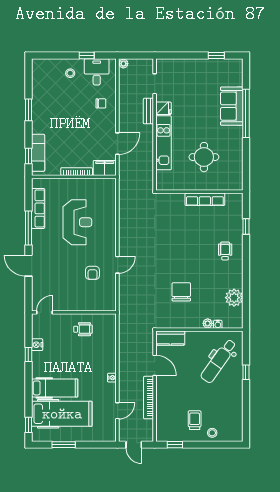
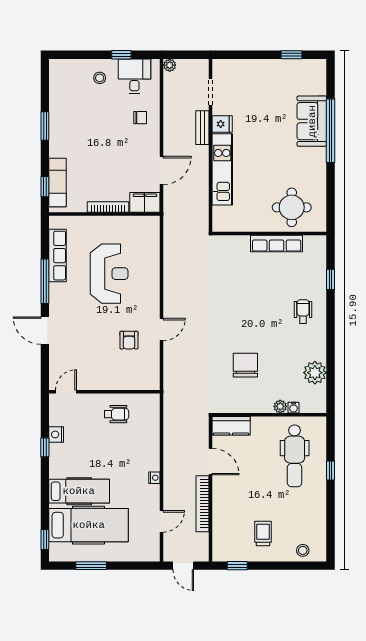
round table: (204, 157) -> (292, 207), moved
dental chair: (219, 361) -> (295, 456), turned -35
stool: (212, 433) -> (303, 550), moved

